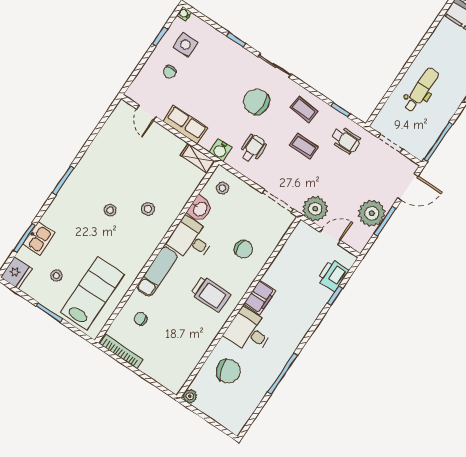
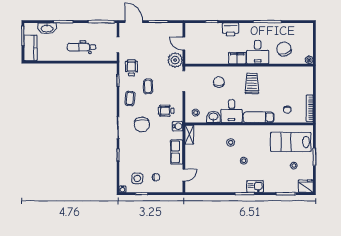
plant: (372, 213) -> (159, 31), removed
kitchen sink: (39, 238) -> (255, 187), moved
printer: (333, 275) -> (231, 29), moved

